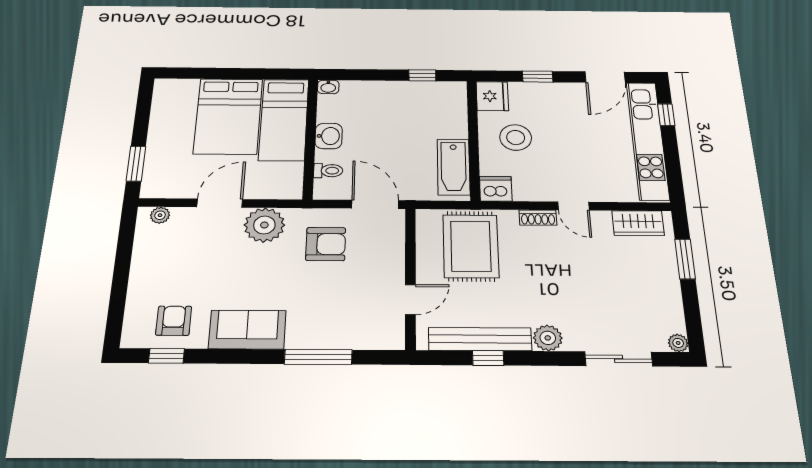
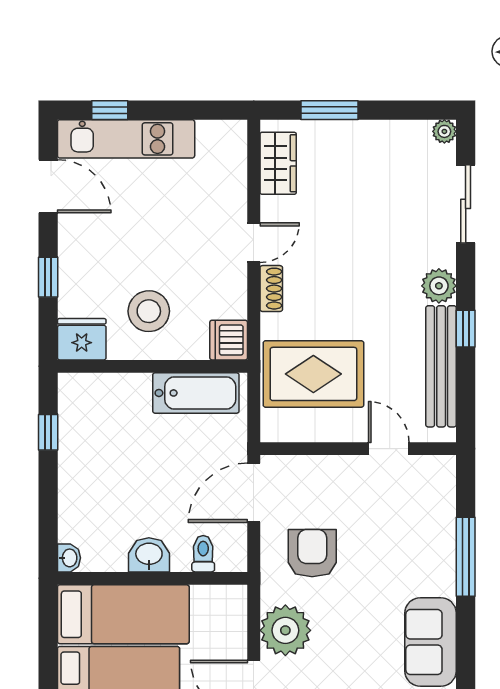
kitchen unit: (648, 140) -> (126, 139), width x0.73
window: (488, 358) -> (466, 329), moved

